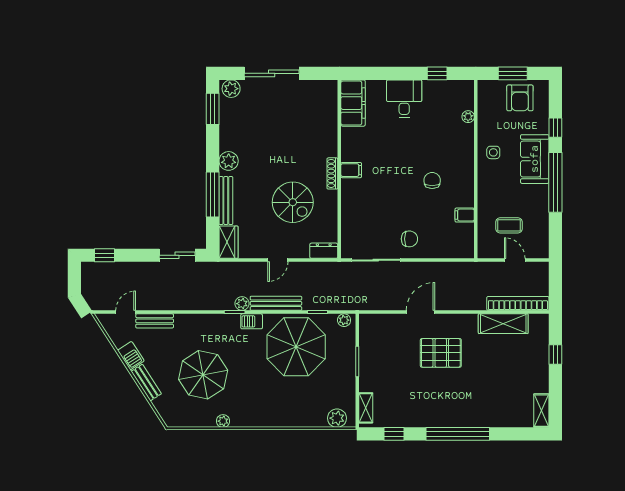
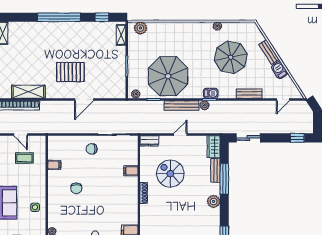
filing cabinet: (351, 170) -> (131, 171), moved
bench: (226, 201) -> (215, 170), width x0.73
bench: (155, 321) -> (249, 94), moved
barbecue: (252, 321) -> (211, 93), moved

